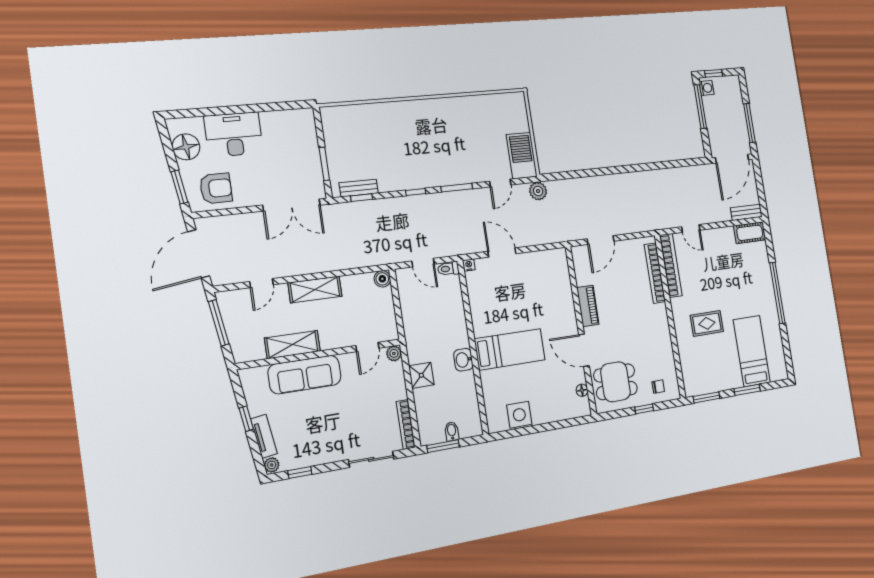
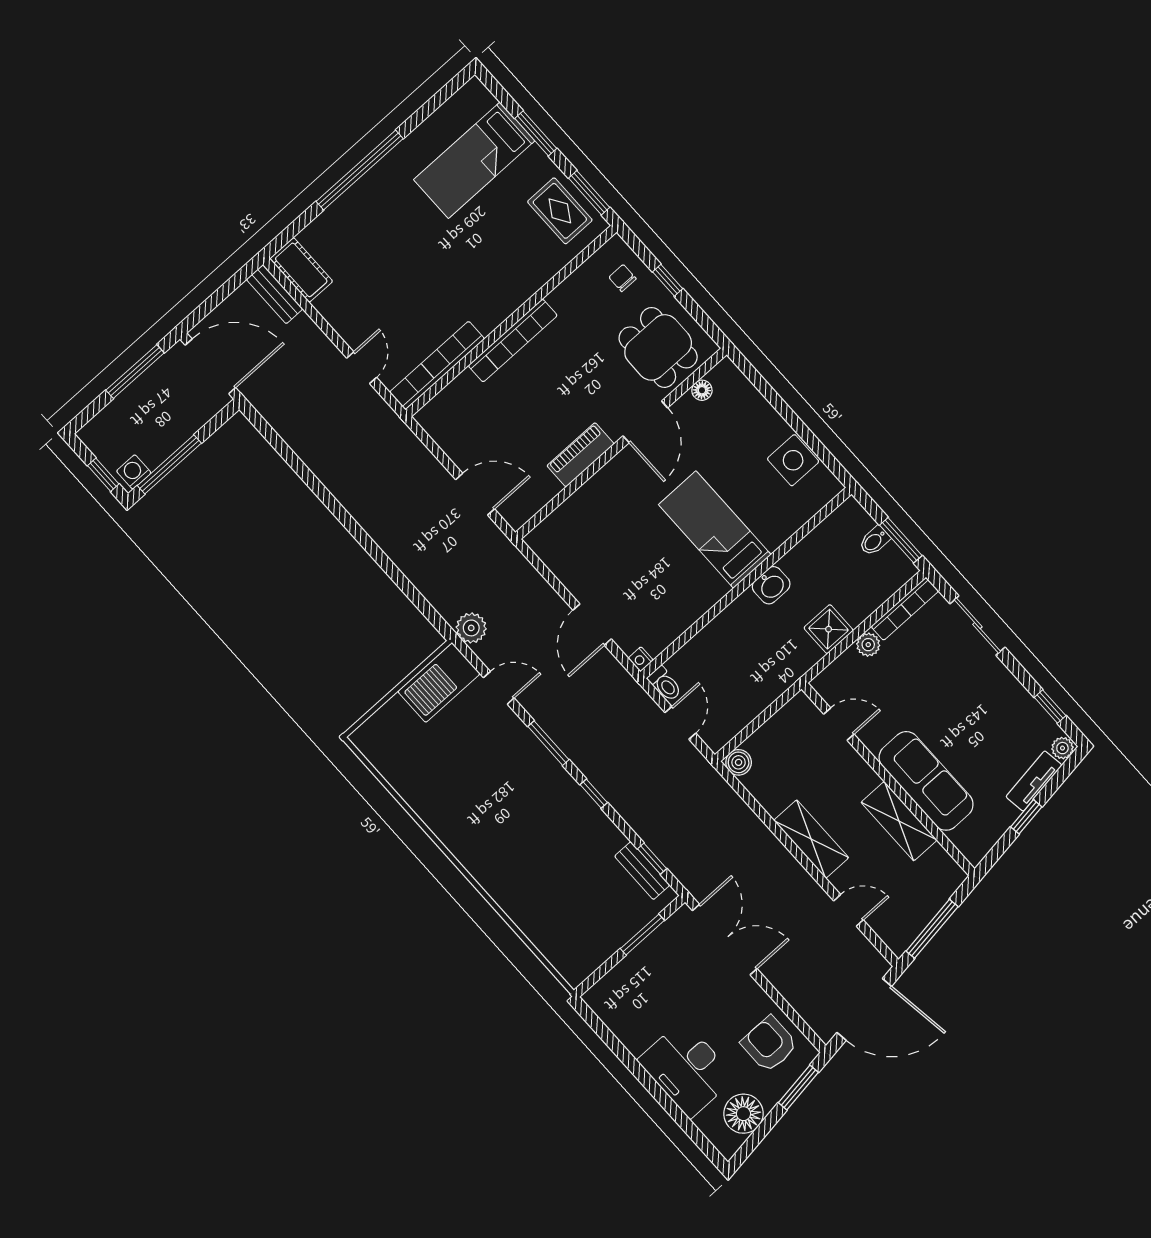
bookcase: (655, 273) -> (513, 340), moved
rug: (707, 323) -> (560, 211), moved
plant: (394, 353) -> (868, 645), moved

